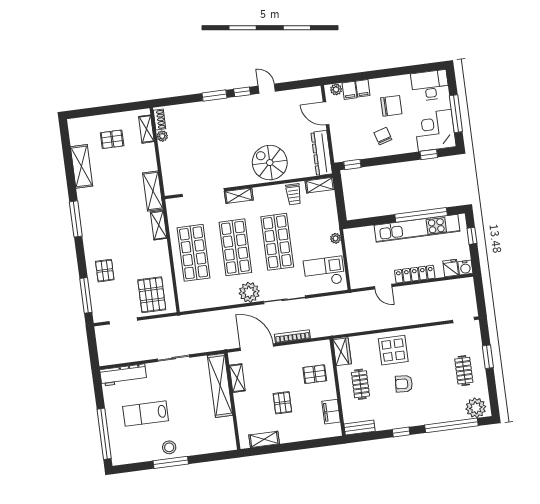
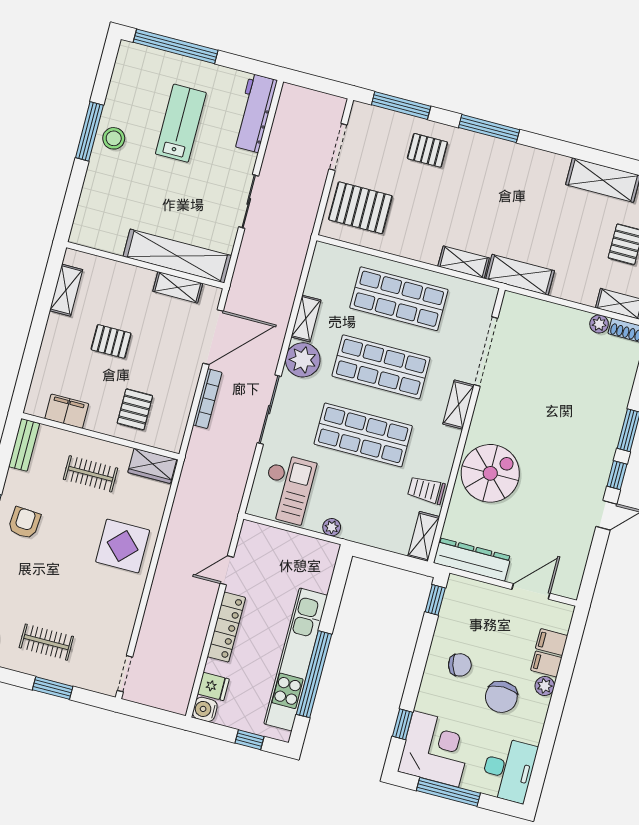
plant: (336, 89) -> (545, 686), moved
window: (76, 219) -> (489, 129), moved
shelving: (226, 300) -> (306, 318), added
armchair: (404, 384) -> (24, 523), moved

